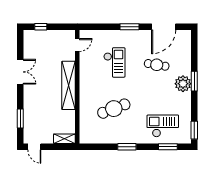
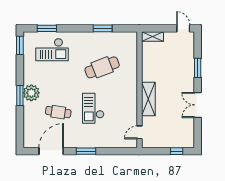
checkout: (114, 62) -> (93, 108), moved
shelving: (69, 85) -> (148, 99), width x0.68
window: (20, 118) -> (198, 68), moved
window: (127, 147) -> (103, 28), moved

